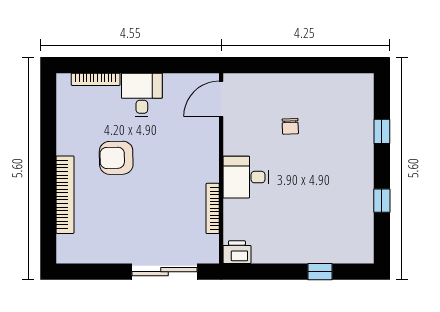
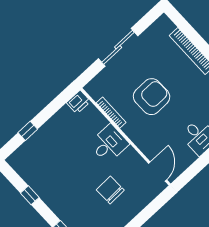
chair: (290, 126) -> (110, 190), width x1.87, depth x1.87
armchair: (116, 158) -> (152, 97), moved, width x1.36, depth x1.36
sliding door: (165, 272) -> (118, 47), moved

